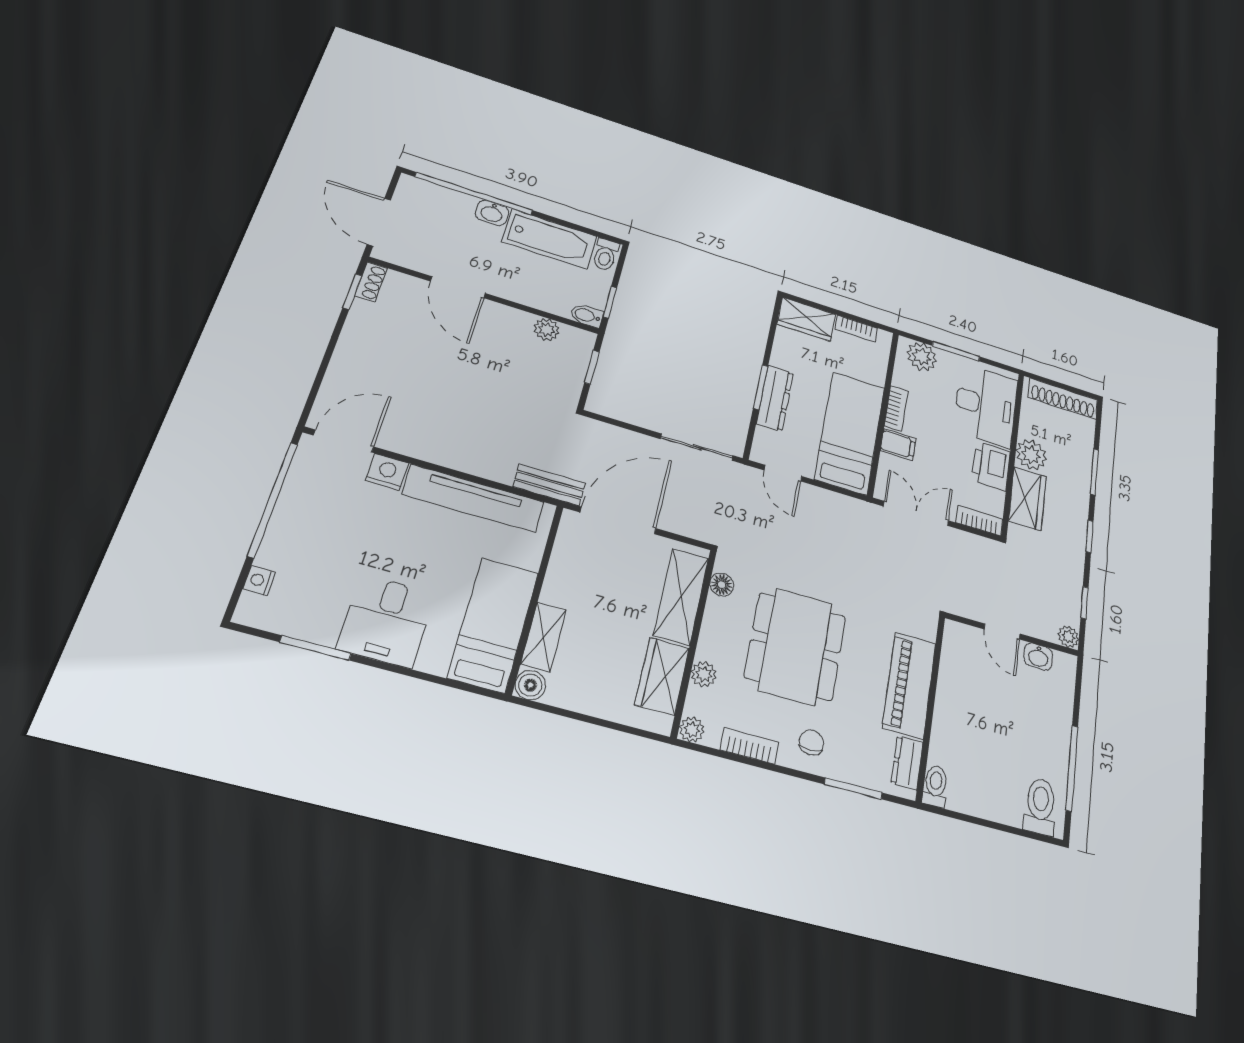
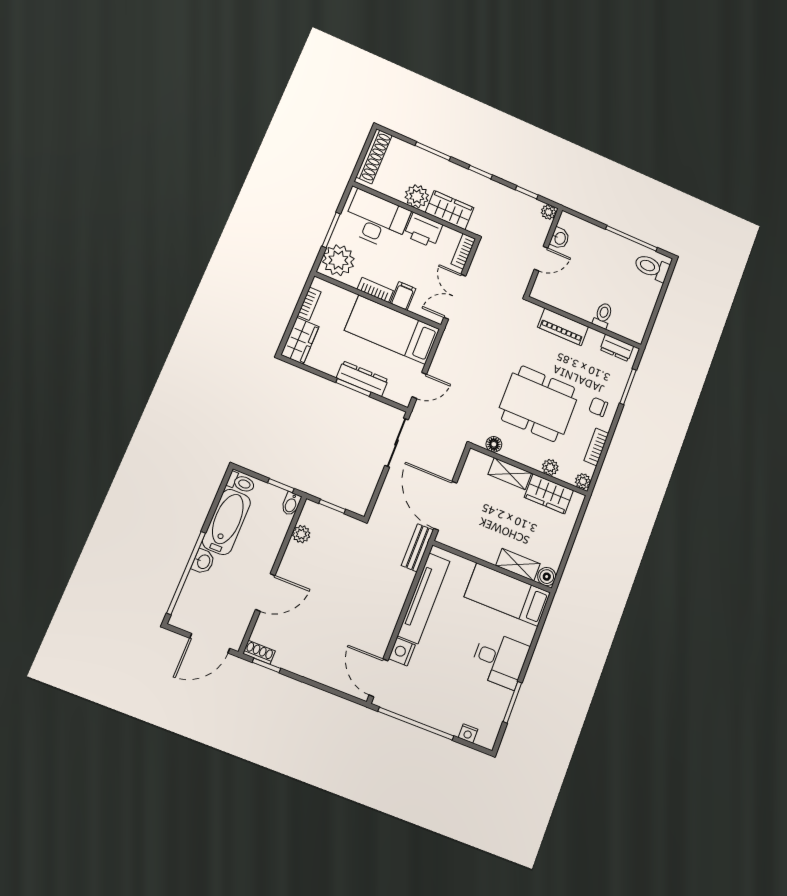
plant: (922, 357) -> (338, 260), width x1.36, depth x1.36
shelving: (681, 596) -> (510, 474), width x0.67, depth x0.75
piano: (909, 685) -> (563, 327), width x0.73, depth x0.75
toilet: (935, 786) -> (603, 315), moved, turned 90

